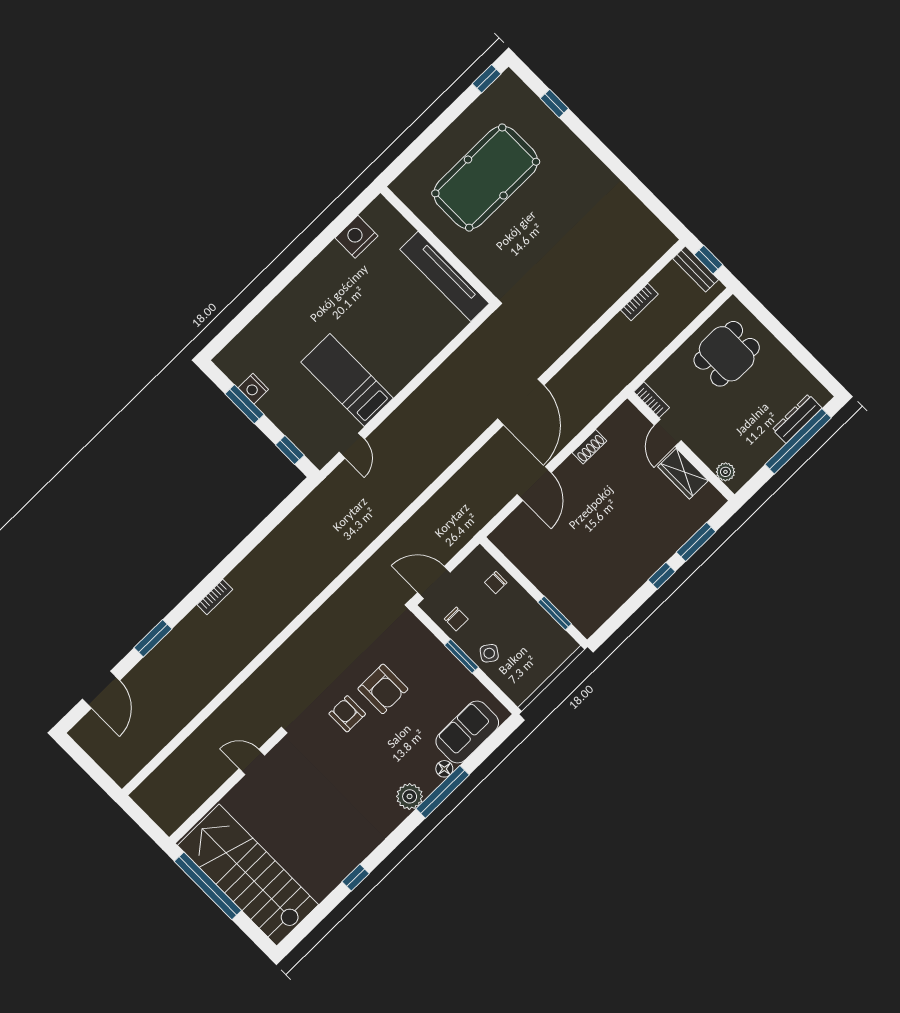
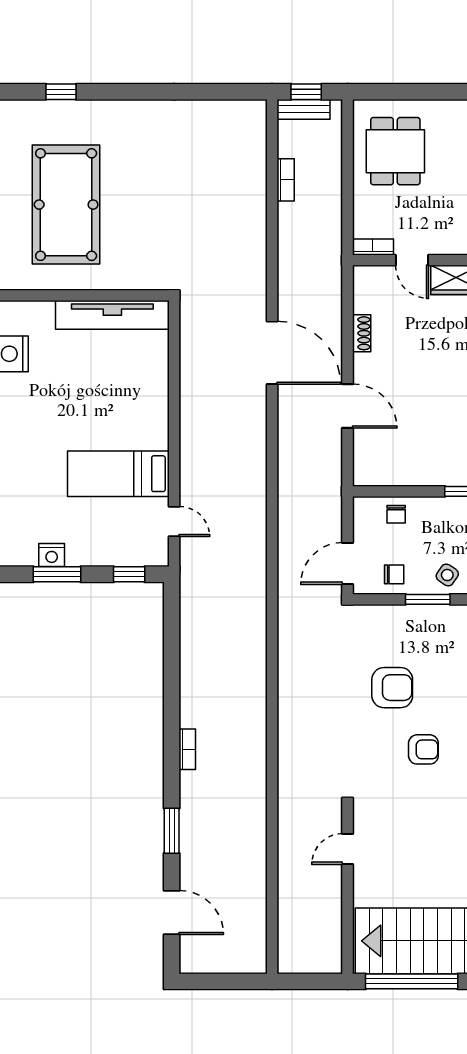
armchair: (347, 714) -> (423, 749), moved, turned 180

